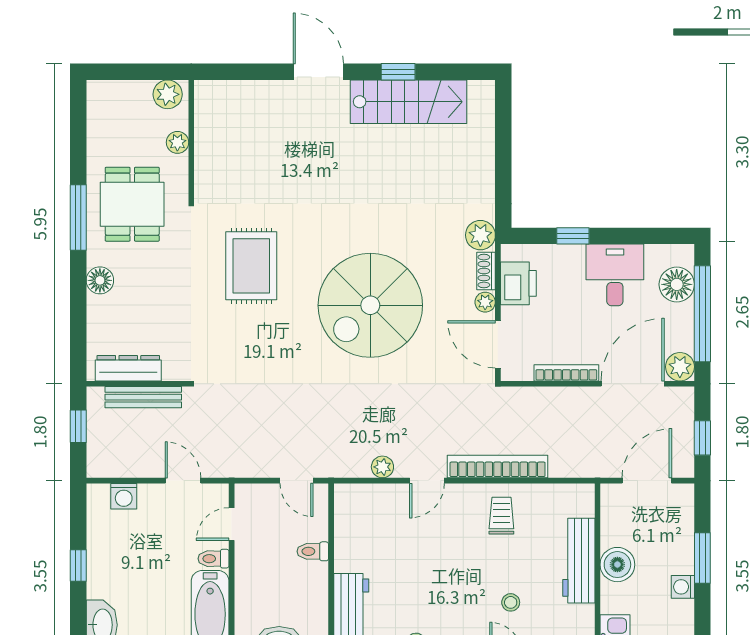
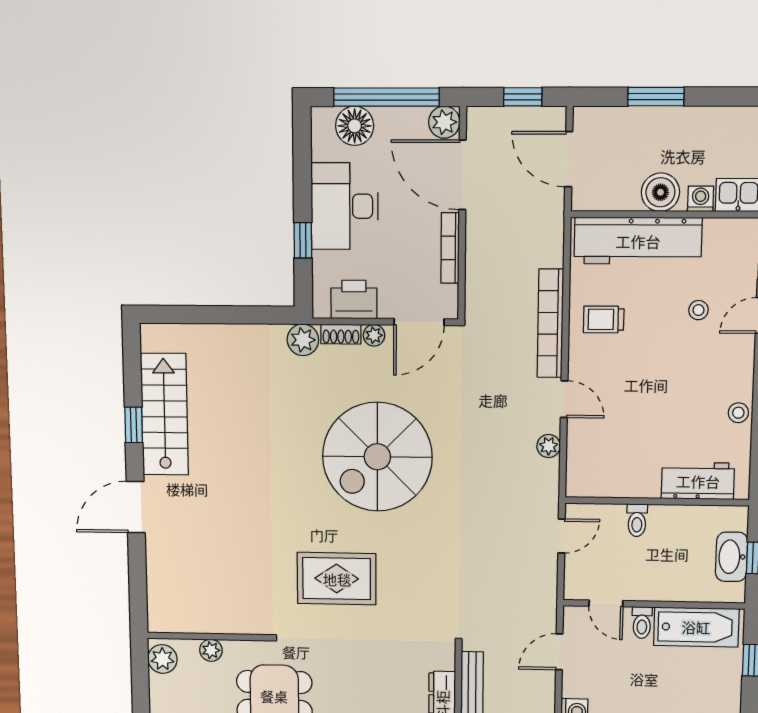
desk: (615, 275) -> (345, 206), width x1.37
spiral stairs: (370, 305) -> (377, 457), turned 90
workbench: (579, 561) -> (638, 241), width x1.36, depth x1.32
washing machine: (683, 587) -> (701, 199), moved, turned 180

